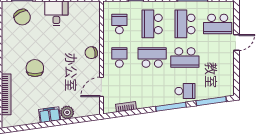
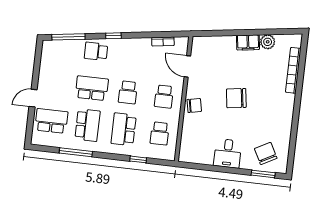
school desk: (152, 24) -> (124, 129), turned 180
school desk: (152, 58) -> (128, 92), width x0.54
chair: (35, 68) -> (236, 98), moved, turned 82
door: (101, 87) -> (187, 66), swing flipped
window: (171, 107) -> (113, 36), width x0.46
plant: (67, 112) -> (268, 42), moved

